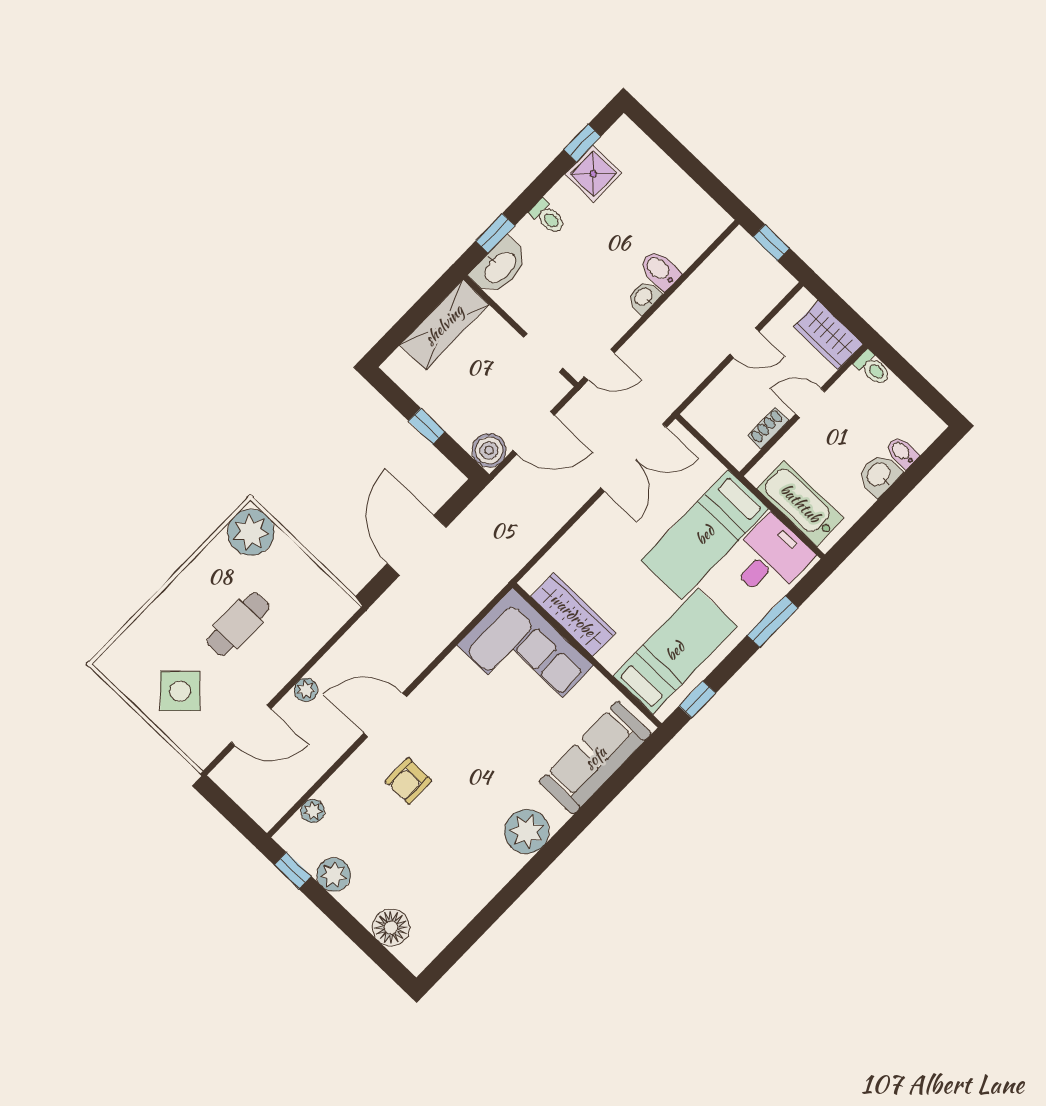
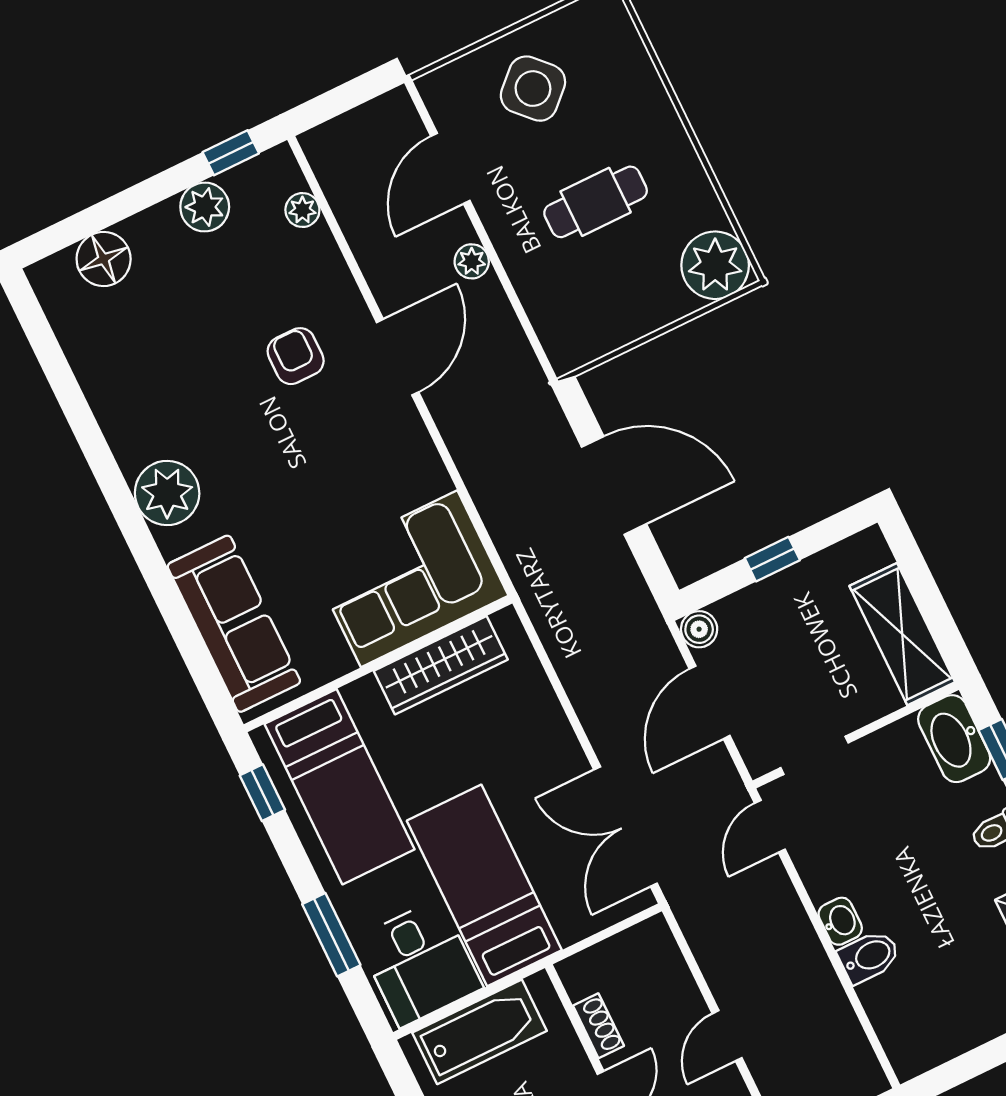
boiler: (489, 450) -> (699, 629), width x0.73, depth x0.73
cafe table: (238, 624) -> (596, 202), turned 90

